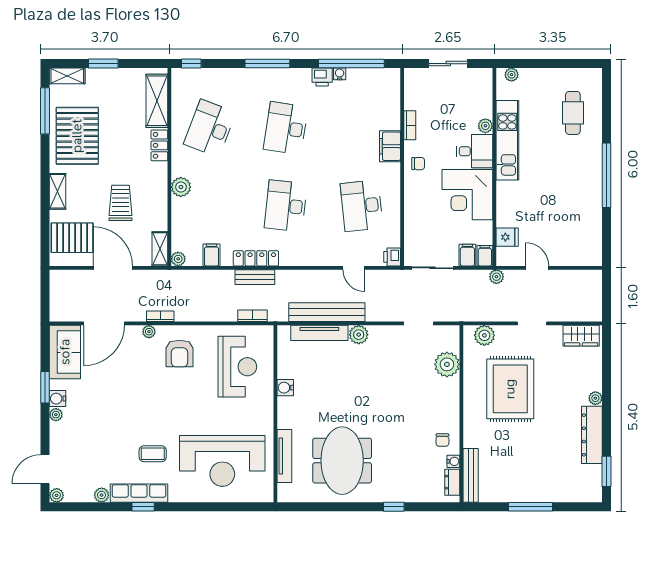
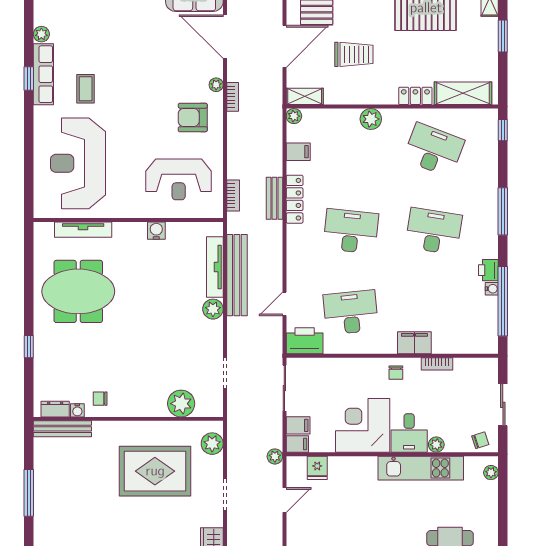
chair: (481, 85) -> (480, 440), added
printer: (392, 257) -> (305, 341), width x1.87, depth x1.48

